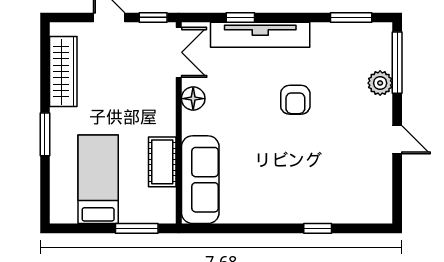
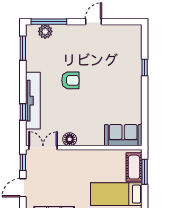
plant: (380, 83) -> (45, 31), moved
cot: (162, 162) -> (134, 167), moved, turned 90
sofa: (200, 180) -> (123, 135), width x0.73

